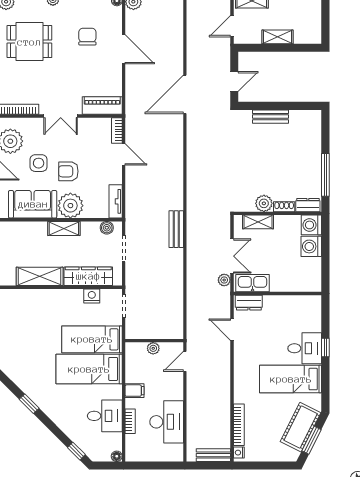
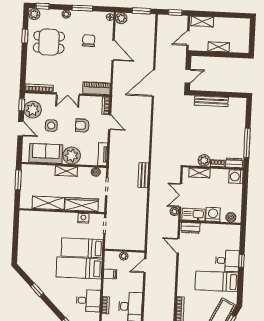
bench: (271, 117) -> (211, 101), width x1.36
armchair: (68, 171) -> (82, 125), moved
washing machine: (311, 246) -> (213, 214), moved, turned 90
double door: (232, 256) -> (181, 195), swing flipped
boiler: (307, 285) -> (231, 217), added
filing cabinet: (134, 391) -> (110, 274), moved

